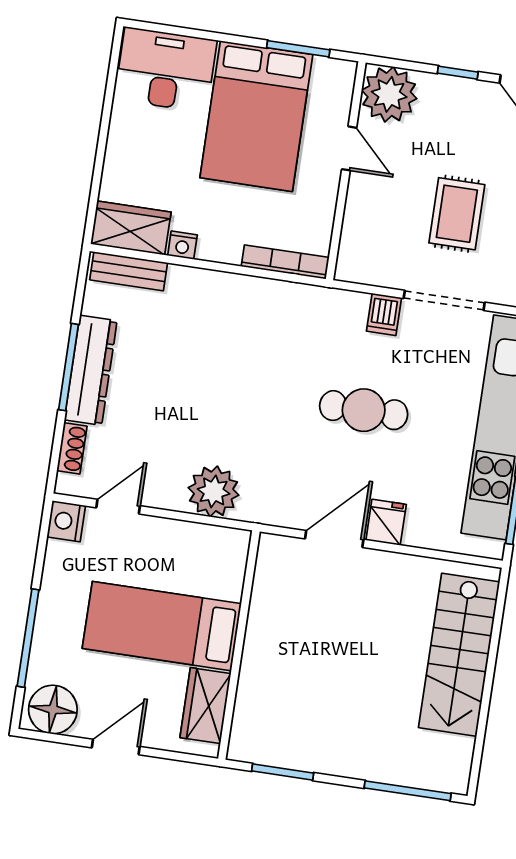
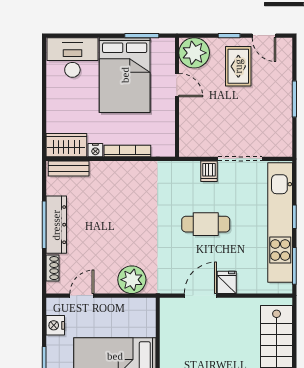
rug: (457, 214) -> (238, 66), moved
bookcase: (285, 262) -> (127, 151), moved
nightstand: (66, 521) -> (55, 325), moved

